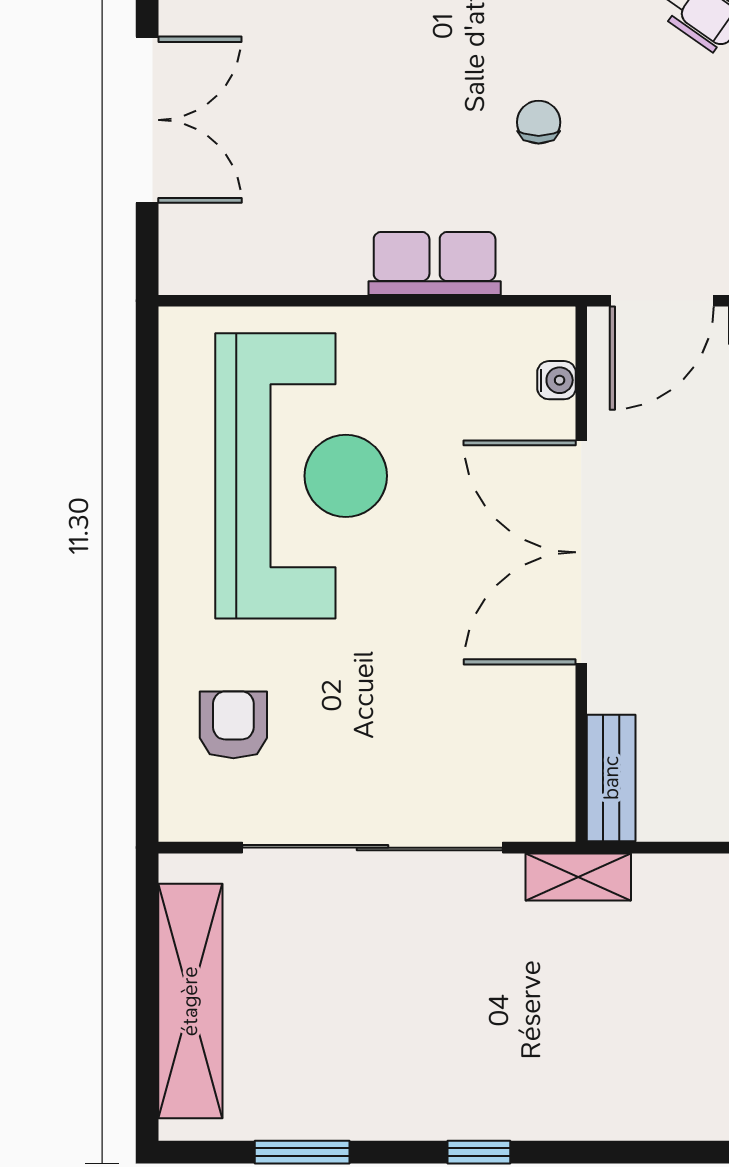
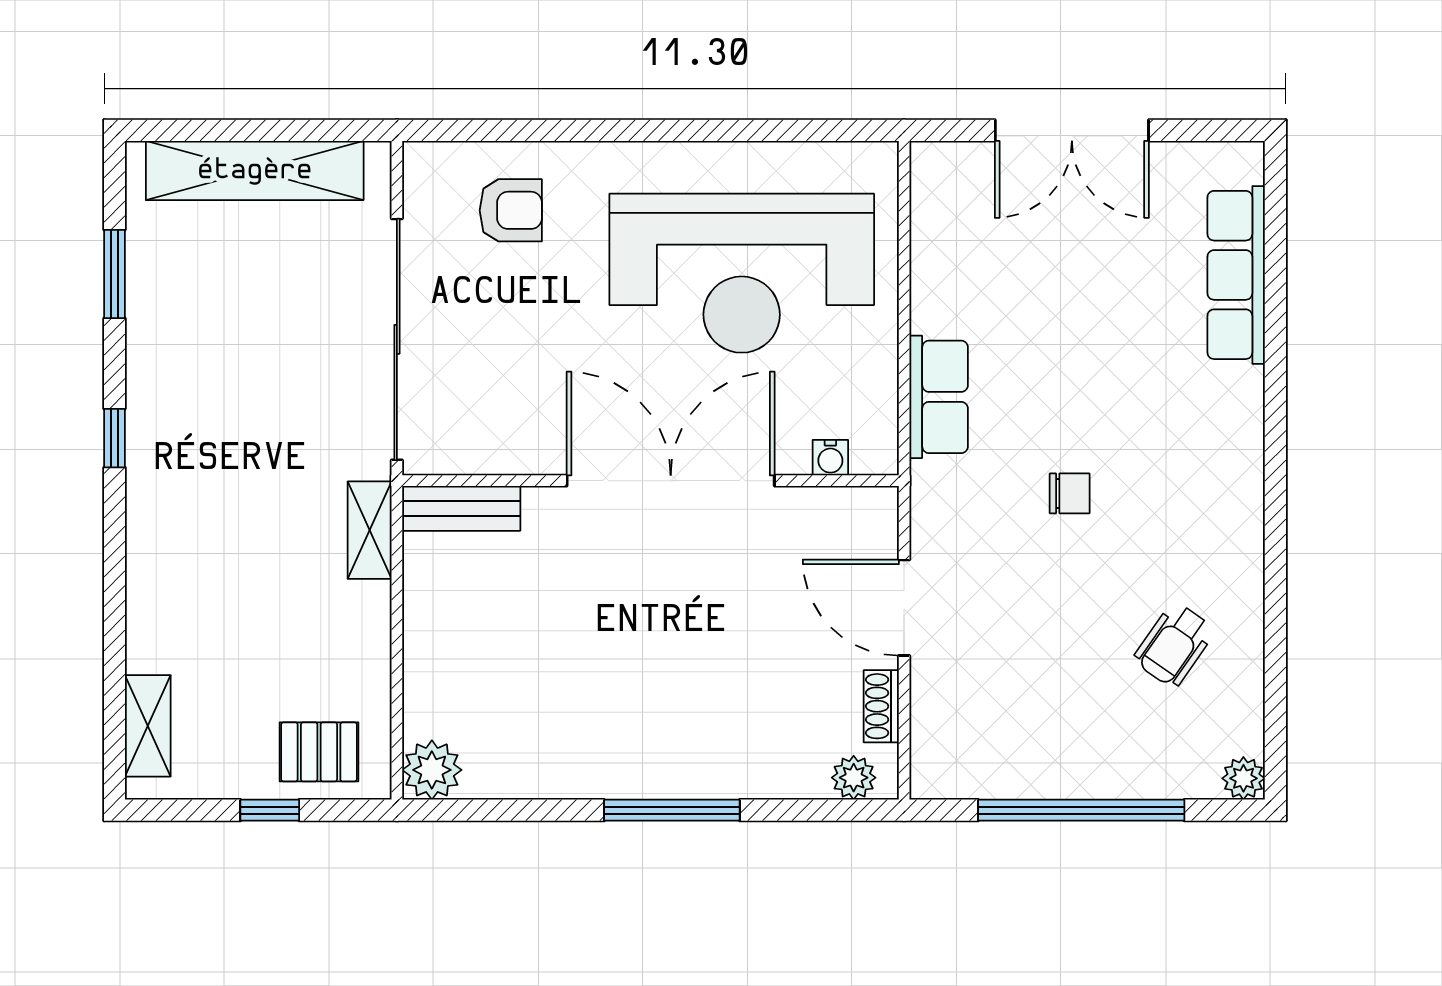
water cooler: (556, 380) -> (830, 458), moved
double door: (581, 552) -> (671, 481), moved
wall: (581, 574) -> (651, 481), moved
bench: (611, 778) -> (461, 508), moved

